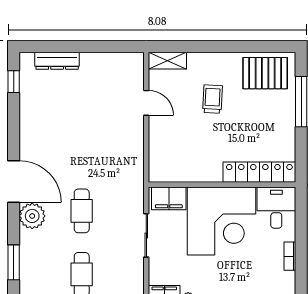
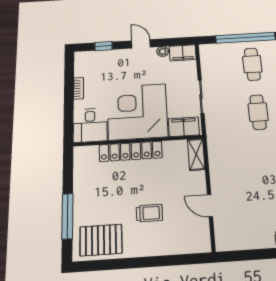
shelving: (167, 61) -> (196, 154), moved, turned 90
trolley: (212, 99) -> (149, 213), turned -93
locker: (259, 172) -> (131, 151), moved

